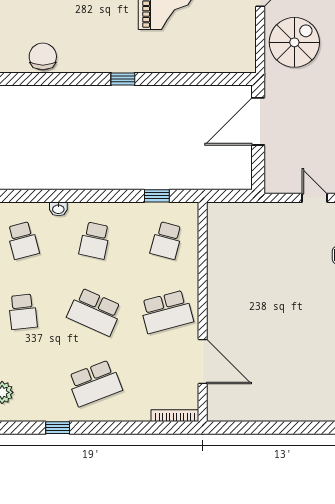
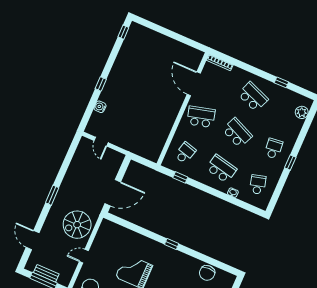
school desk: (95, 240) -> (221, 169), width x1.85
school desk: (95, 383) -> (253, 97), turned 42

